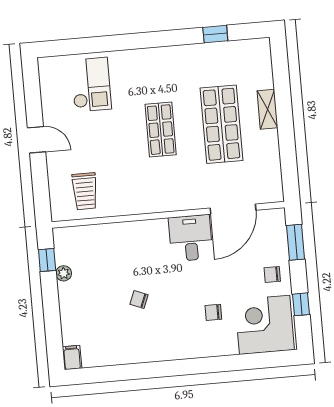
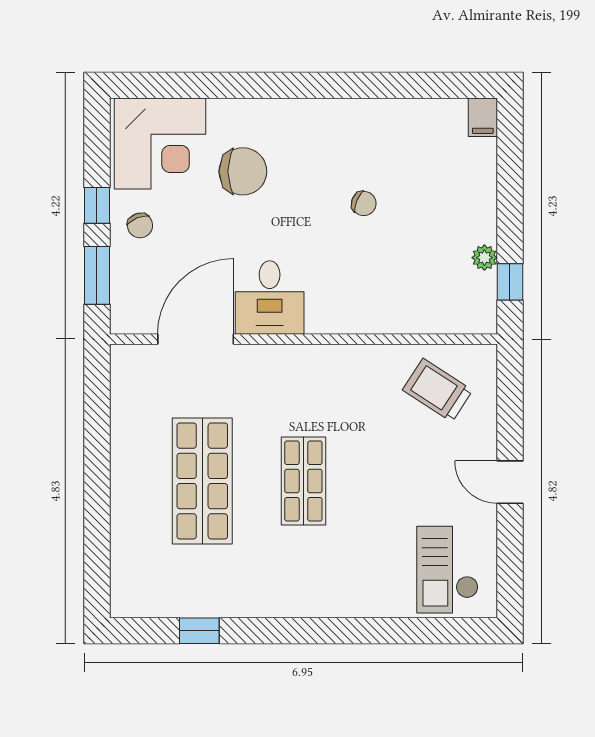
checkout: (91, 85) -> (448, 570), moved
shelving: (268, 109) -> (124, 499), removed
trolley: (85, 191) -> (437, 390), turned -57
chair: (272, 275) -> (140, 225), turned 69
window: (301, 304) -> (97, 205), moved
chair: (213, 312) -> (243, 171), width x1.87, depth x1.87

